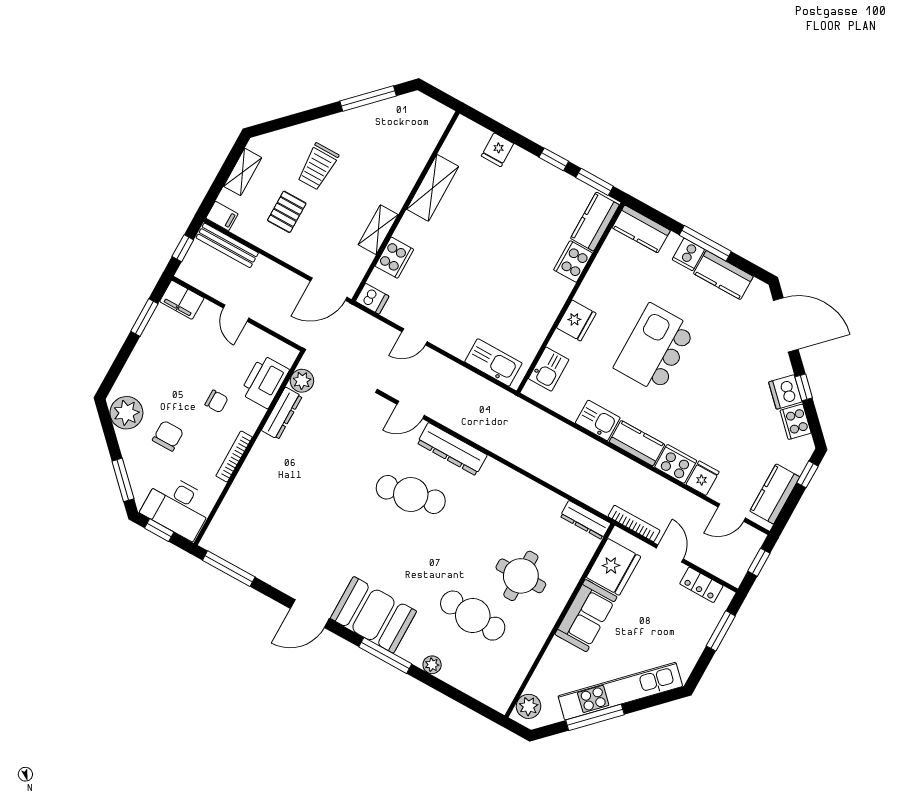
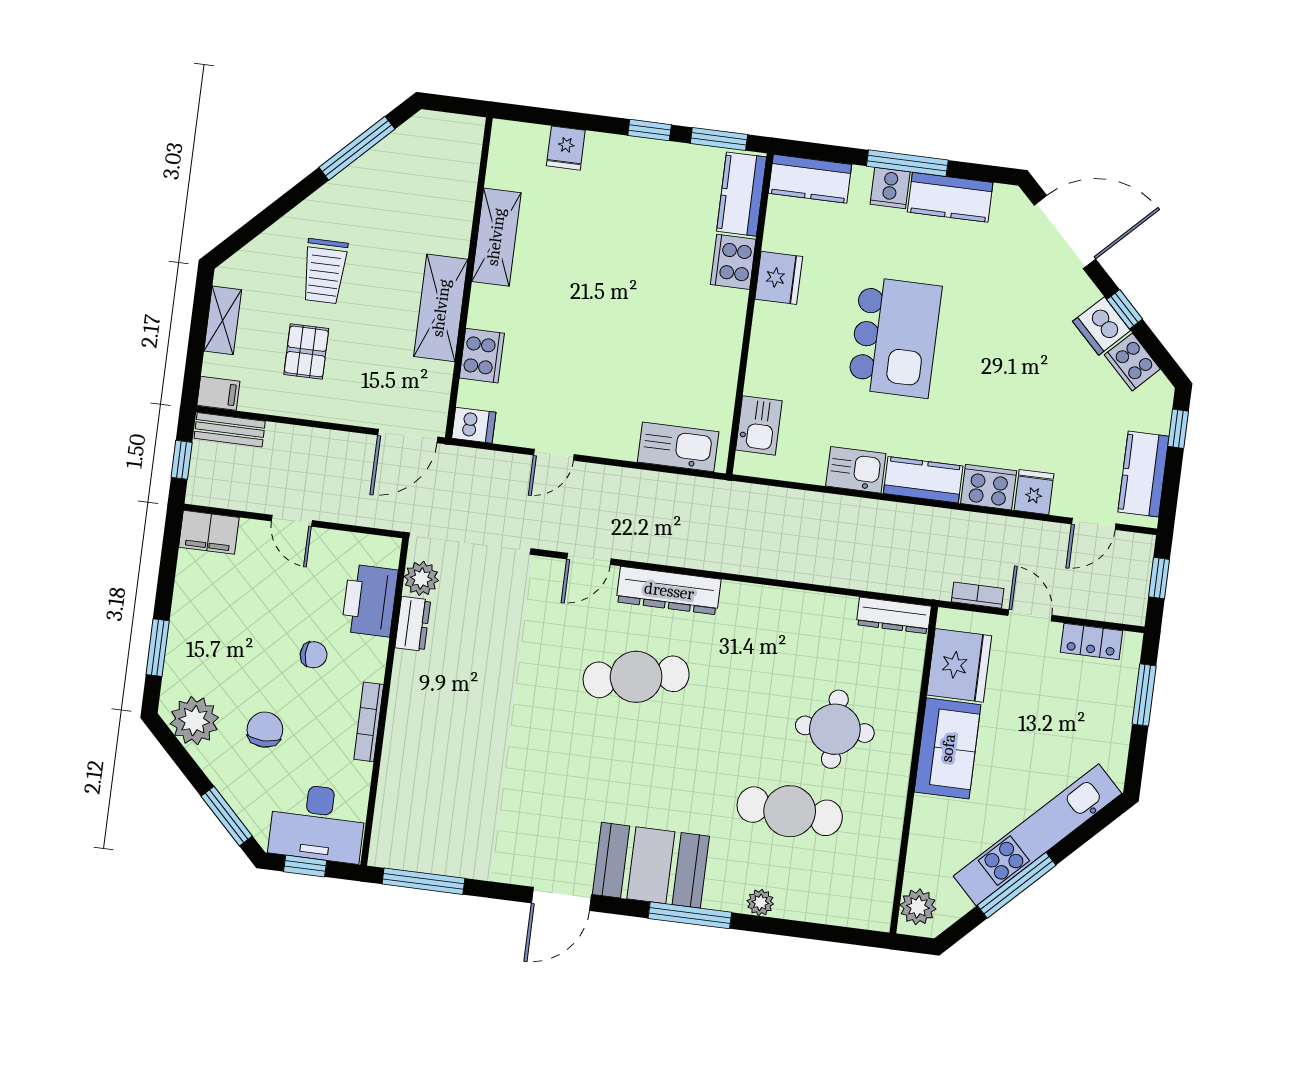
shelving: (378, 230) -> (441, 308), width x1.50, depth x1.33
bench: (227, 245) -> (230, 430), width x0.73
window: (144, 318) -> (158, 648), moved
fridge: (576, 321) -> (779, 278), moved
kitchen island: (655, 348) -> (895, 337), turned 180
dresser: (282, 413) -> (413, 624), width x0.70
bookcase: (634, 523) -> (978, 595), width x0.64

